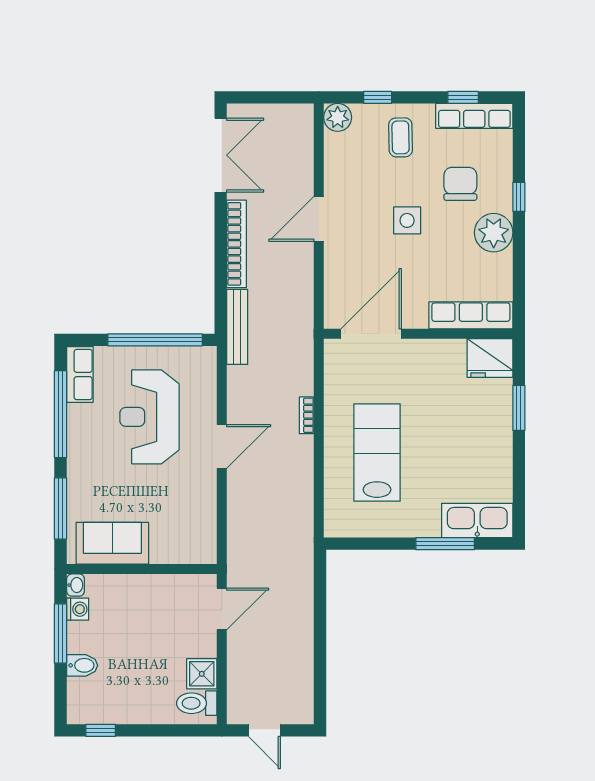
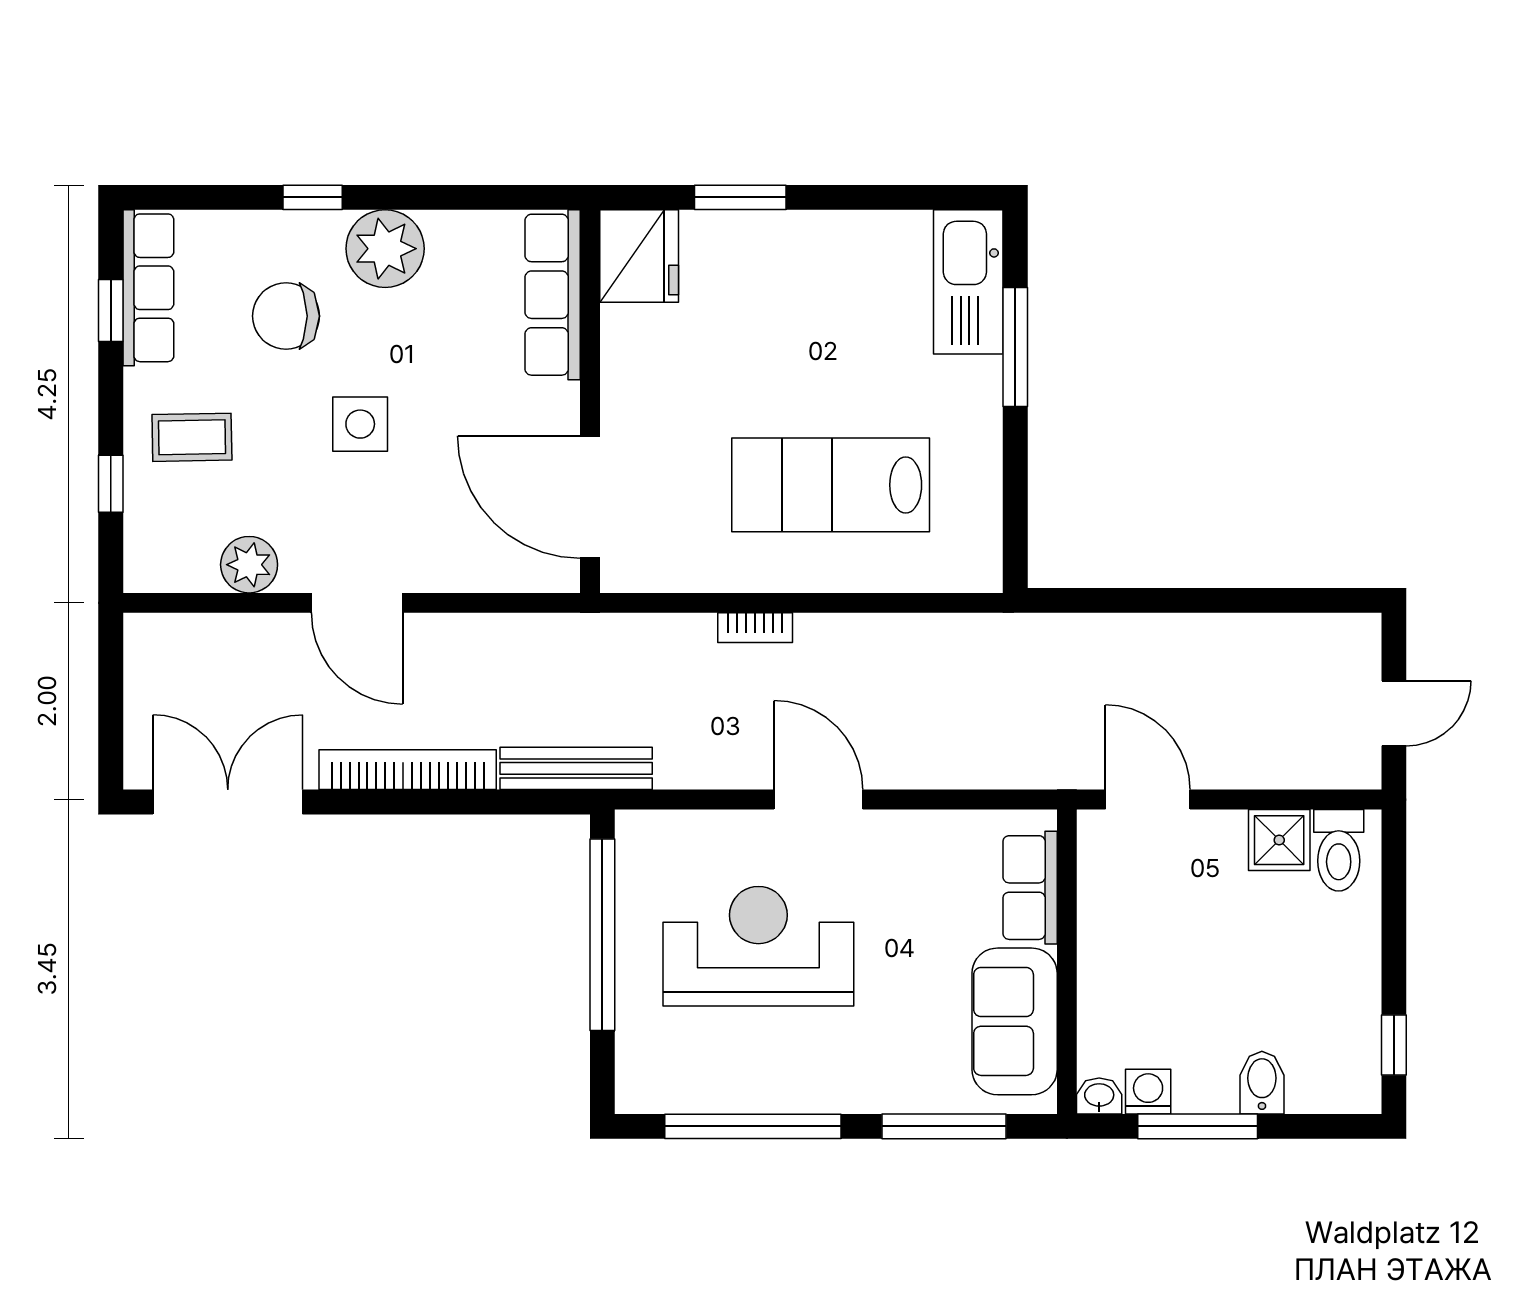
plant: (338, 117) -> (249, 565), moved
row of seats: (80, 374) -> (1030, 888), moved, turned -90
reception desk: (149, 417) -> (758, 946), turned 180

